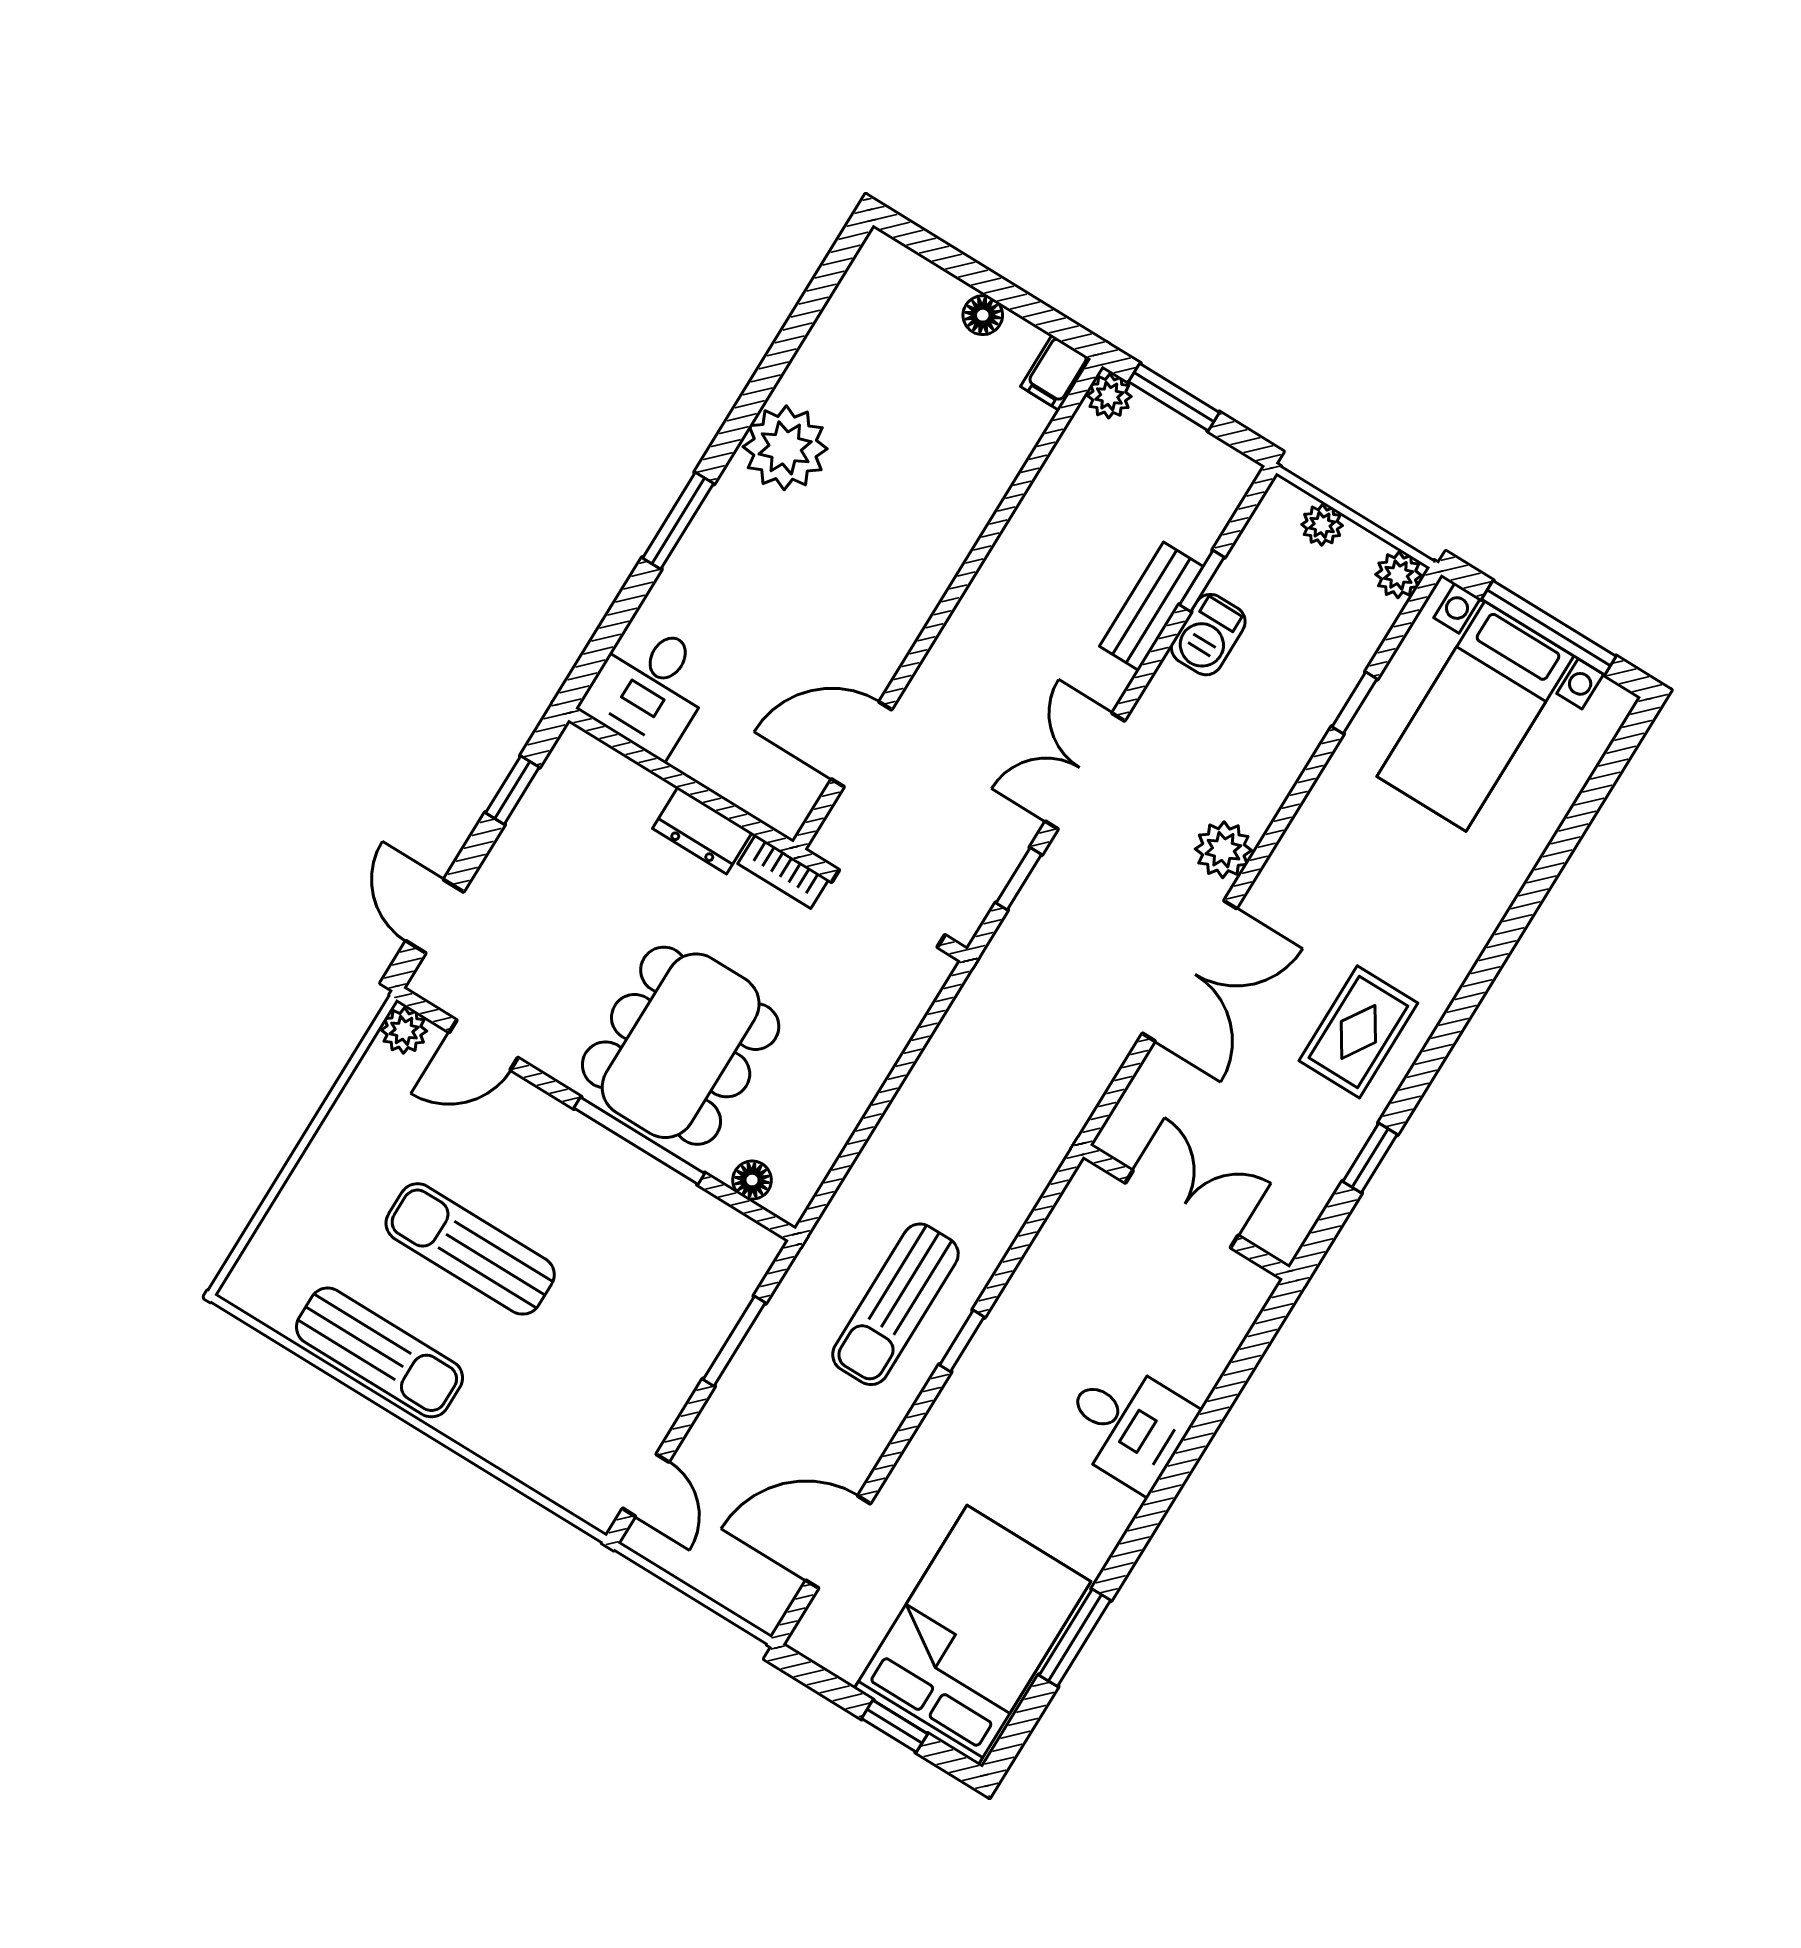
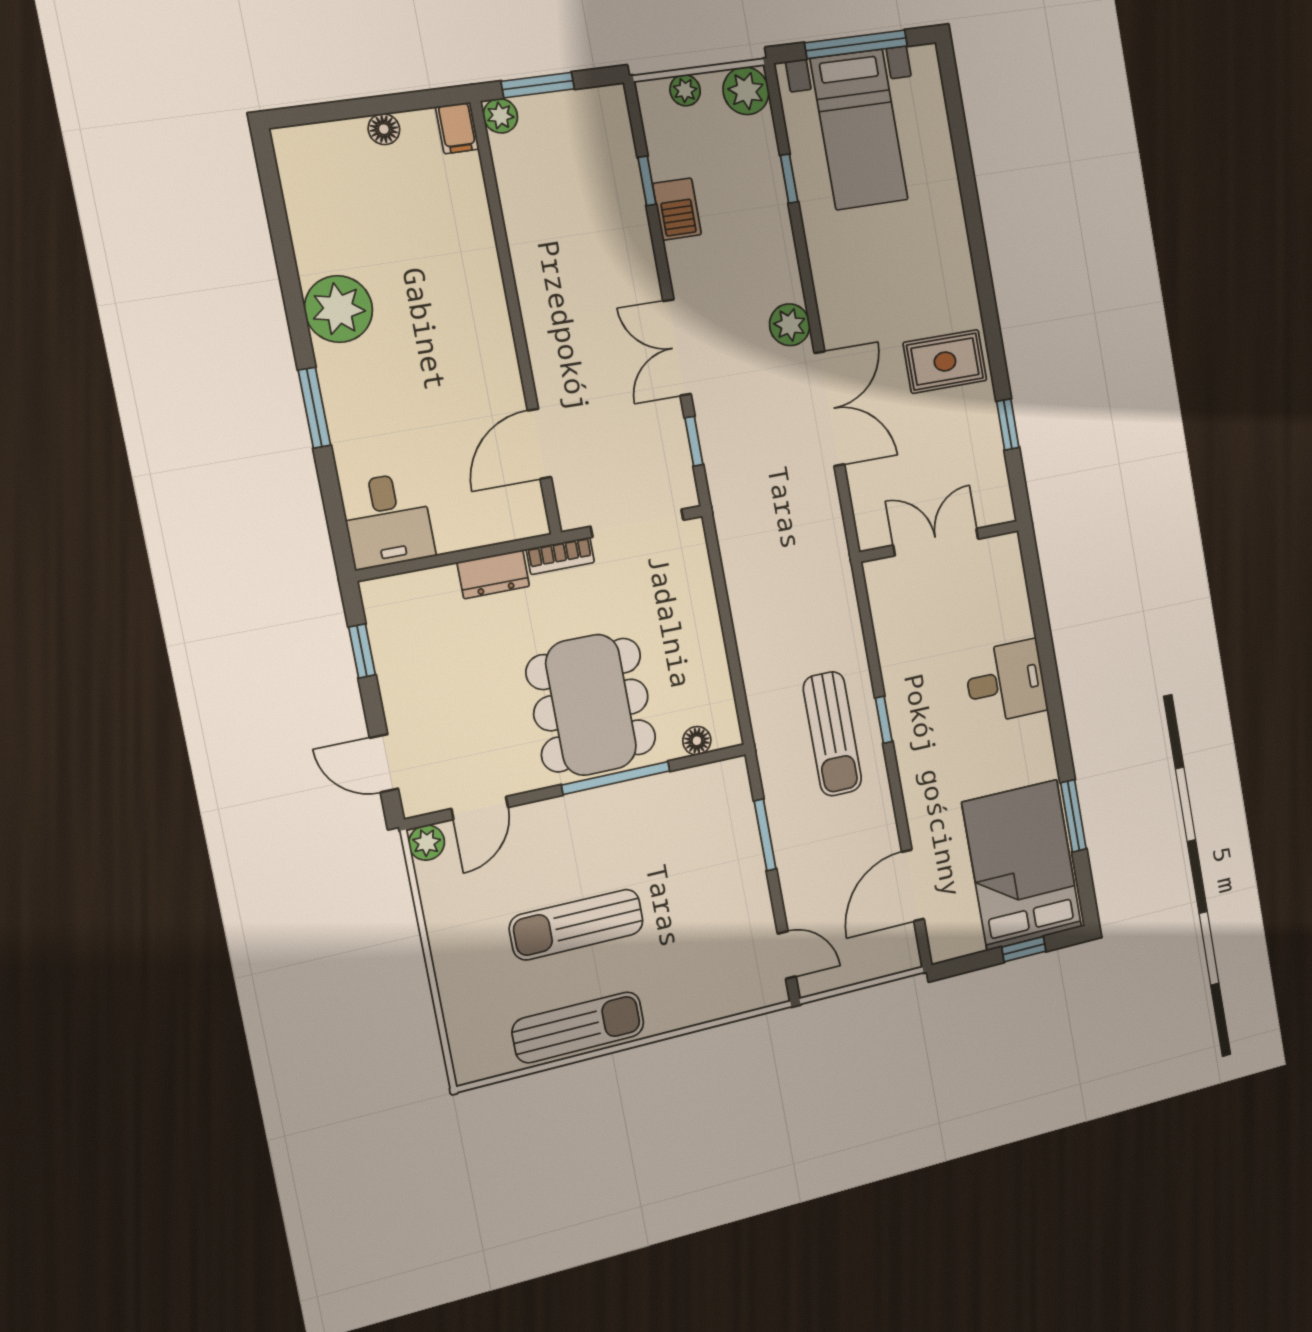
plant: (1399, 575) -> (746, 91), width x1.38, depth x1.38
bench: (1151, 606) -> (632, 220), removed
rug: (1358, 1032) -> (945, 361), turned 90

